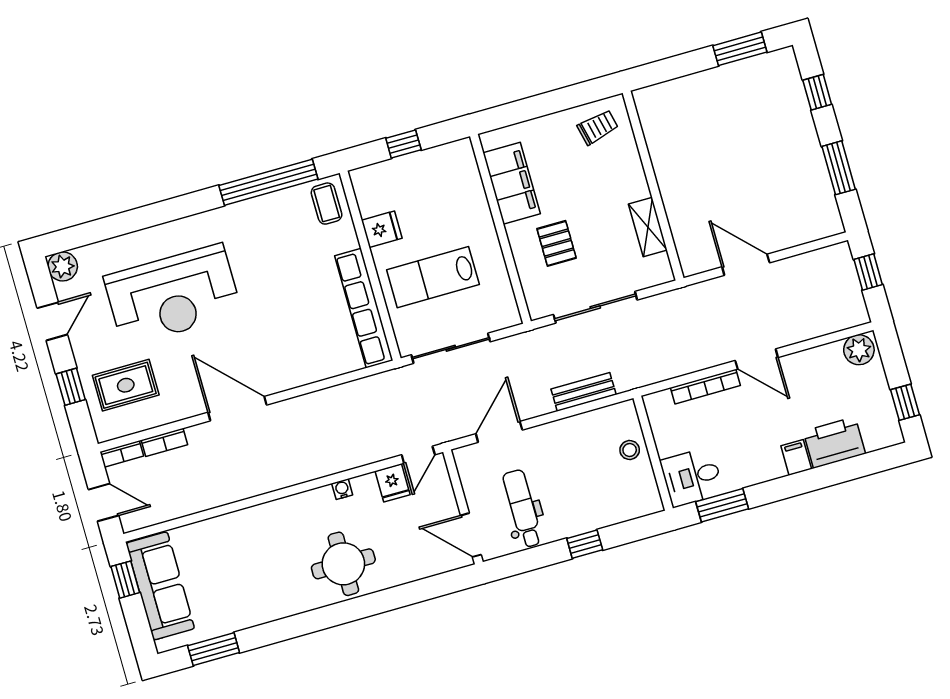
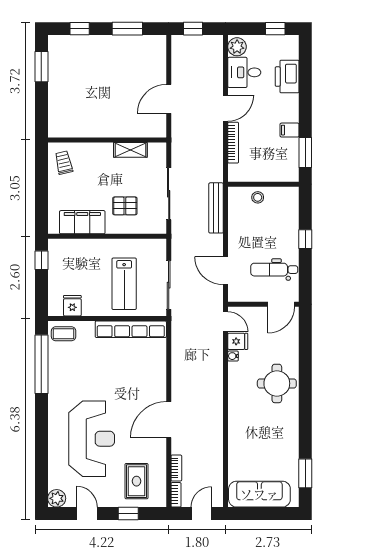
window: (403, 144) -> (41, 260), moved
fridge: (382, 229) -> (72, 306), moved
bench: (584, 392) -> (216, 208), width x1.36
filing cabinet: (796, 457) -> (290, 130), moved
desk: (692, 477) -> (244, 72), moved, turned 90
water cooler: (342, 489) -> (233, 356), moved
window: (125, 580) -> (250, 514), removed

